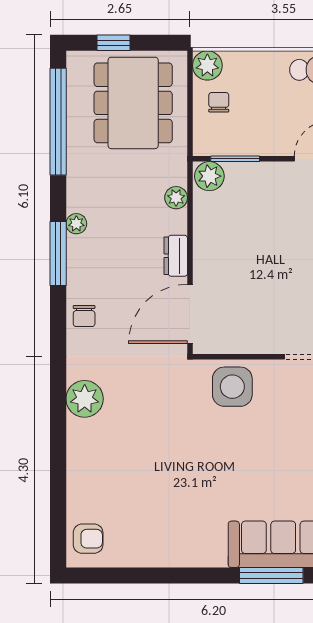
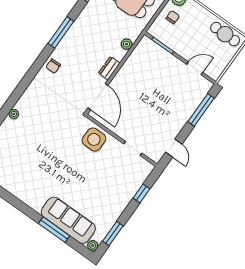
plant: (209, 176) -> (147, 45), removed
plant: (76, 224) -> (77, 25), removed
door: (190, 314) -> (98, 97), swing flipped
plant: (85, 399) -> (14, 114), moved, width x0.53, depth x0.53

